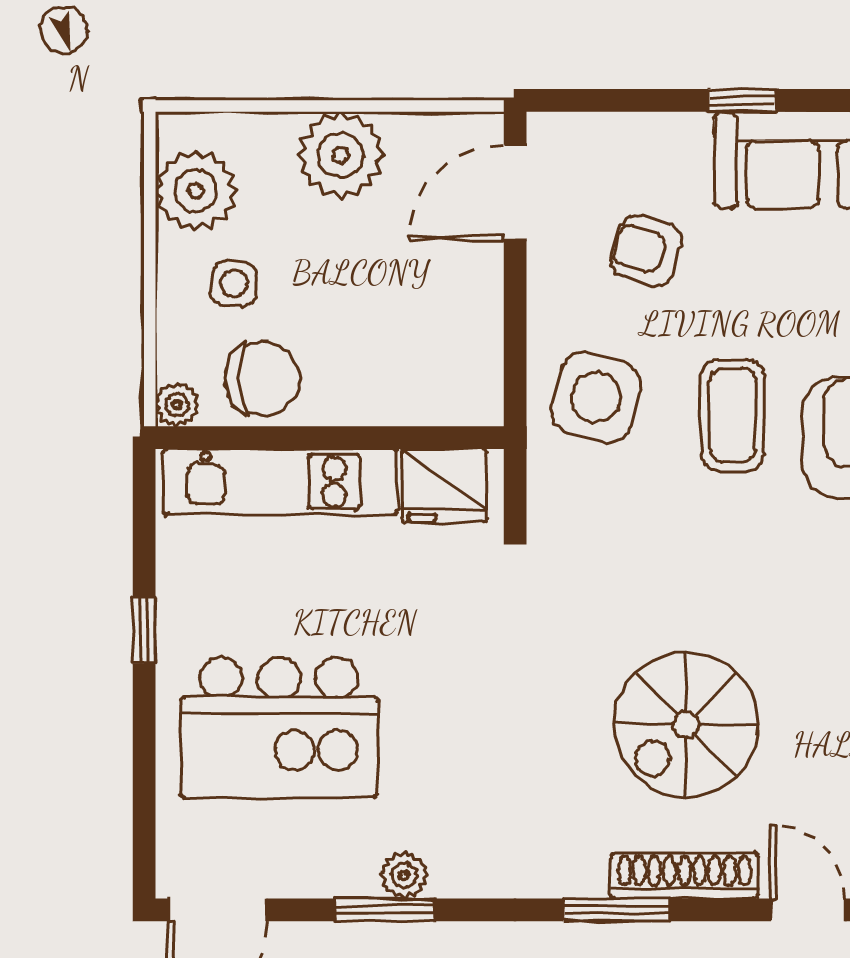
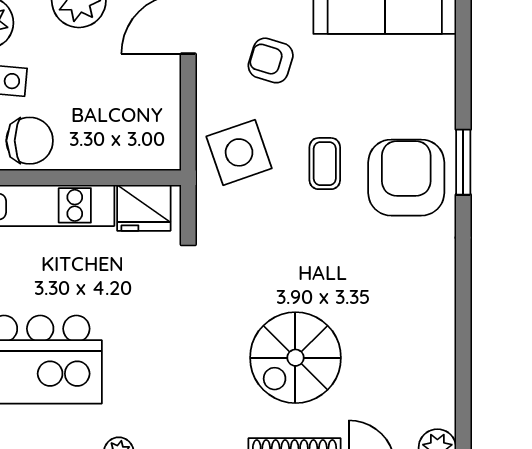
side table: (596, 397) -> (239, 152), turned -36
coffee table: (733, 415) -> (325, 164), width x0.73, depth x0.77

